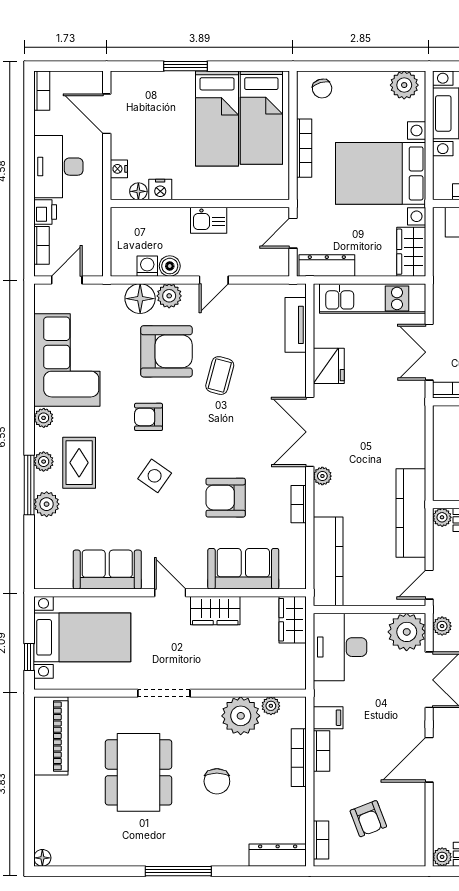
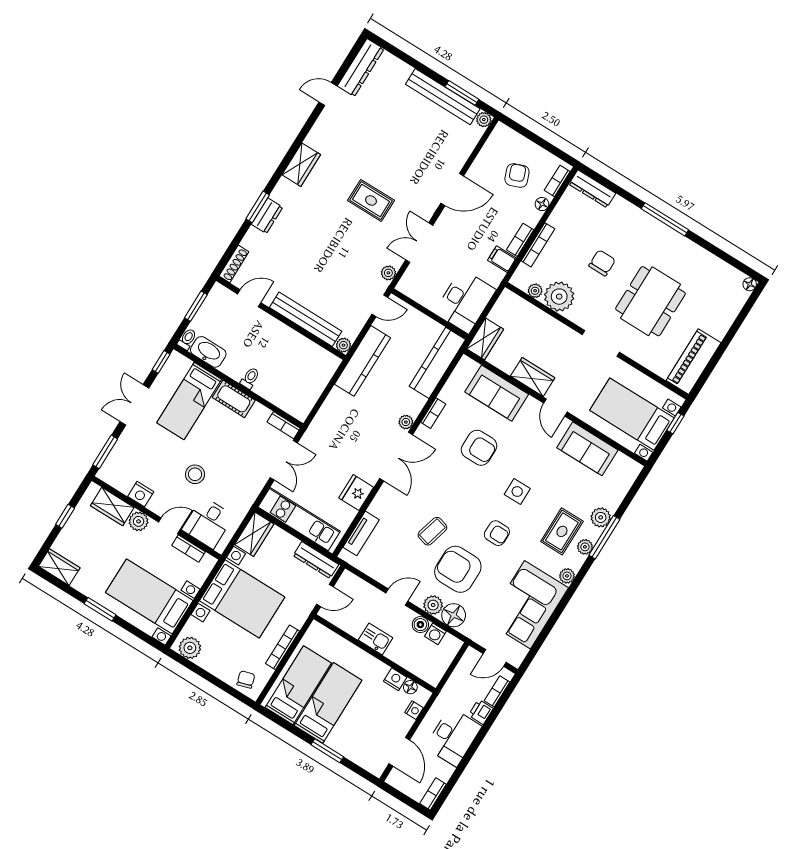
side table: (155, 476) -> (517, 492), turned -35
plant: (407, 632) -> (414, 284), removed
floor lamp: (322, 805) -> (542, 204), added

